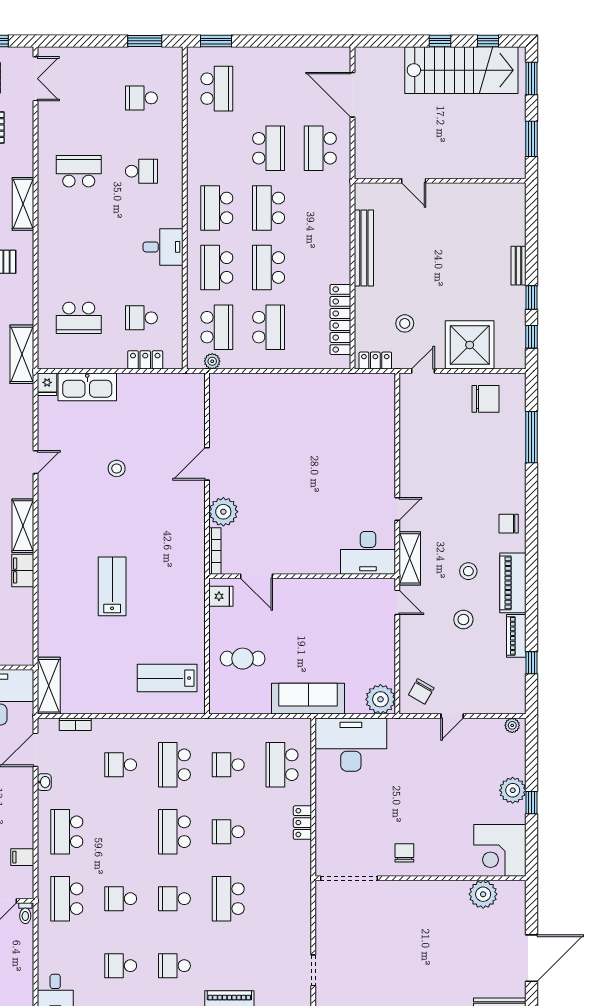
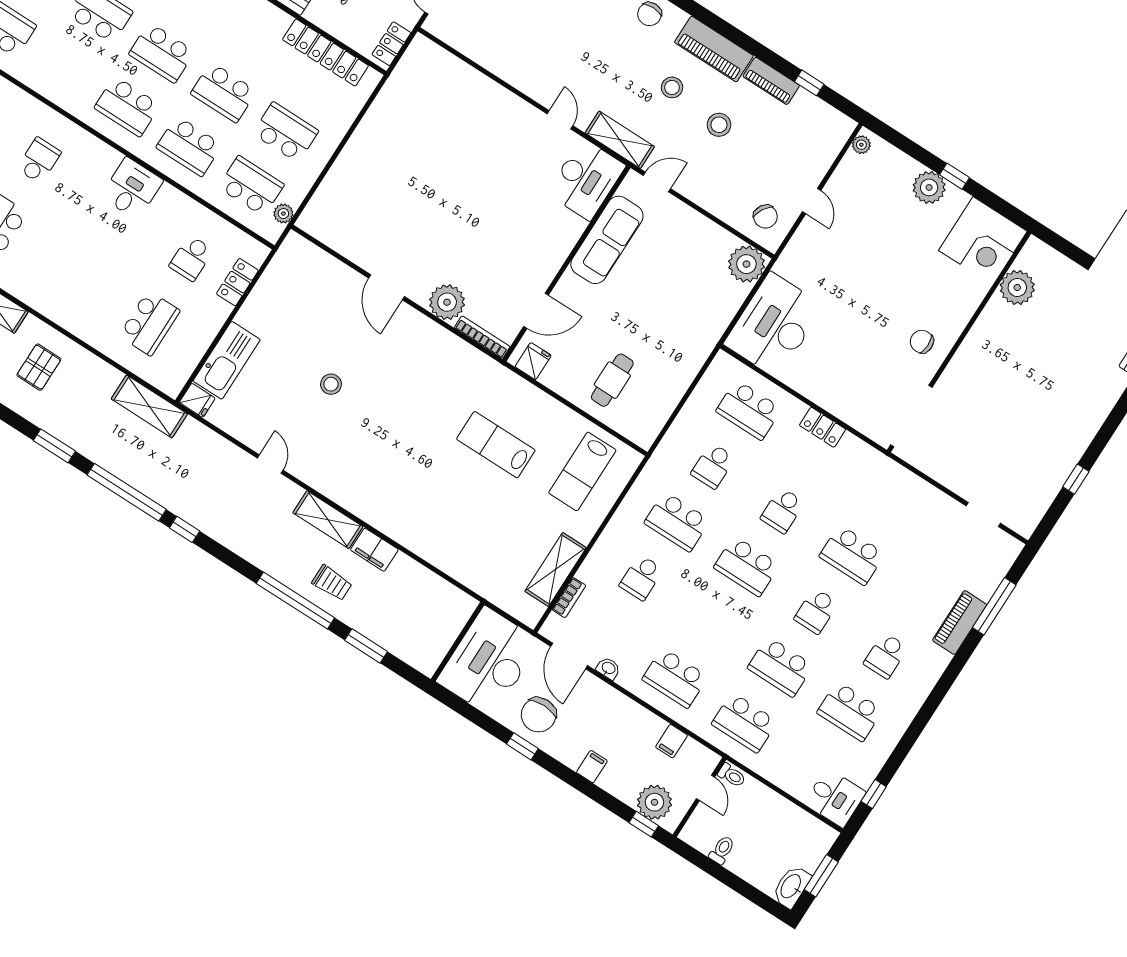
lab bench: (112, 586) -> (496, 445), moved
shelving: (49, 686) -> (556, 569), moved, turned 90
sofa: (308, 699) -> (607, 240), moved, turned 180
school desk: (121, 899) -> (780, 667), width x1.85
school desk: (121, 966) -> (850, 711), width x1.85

